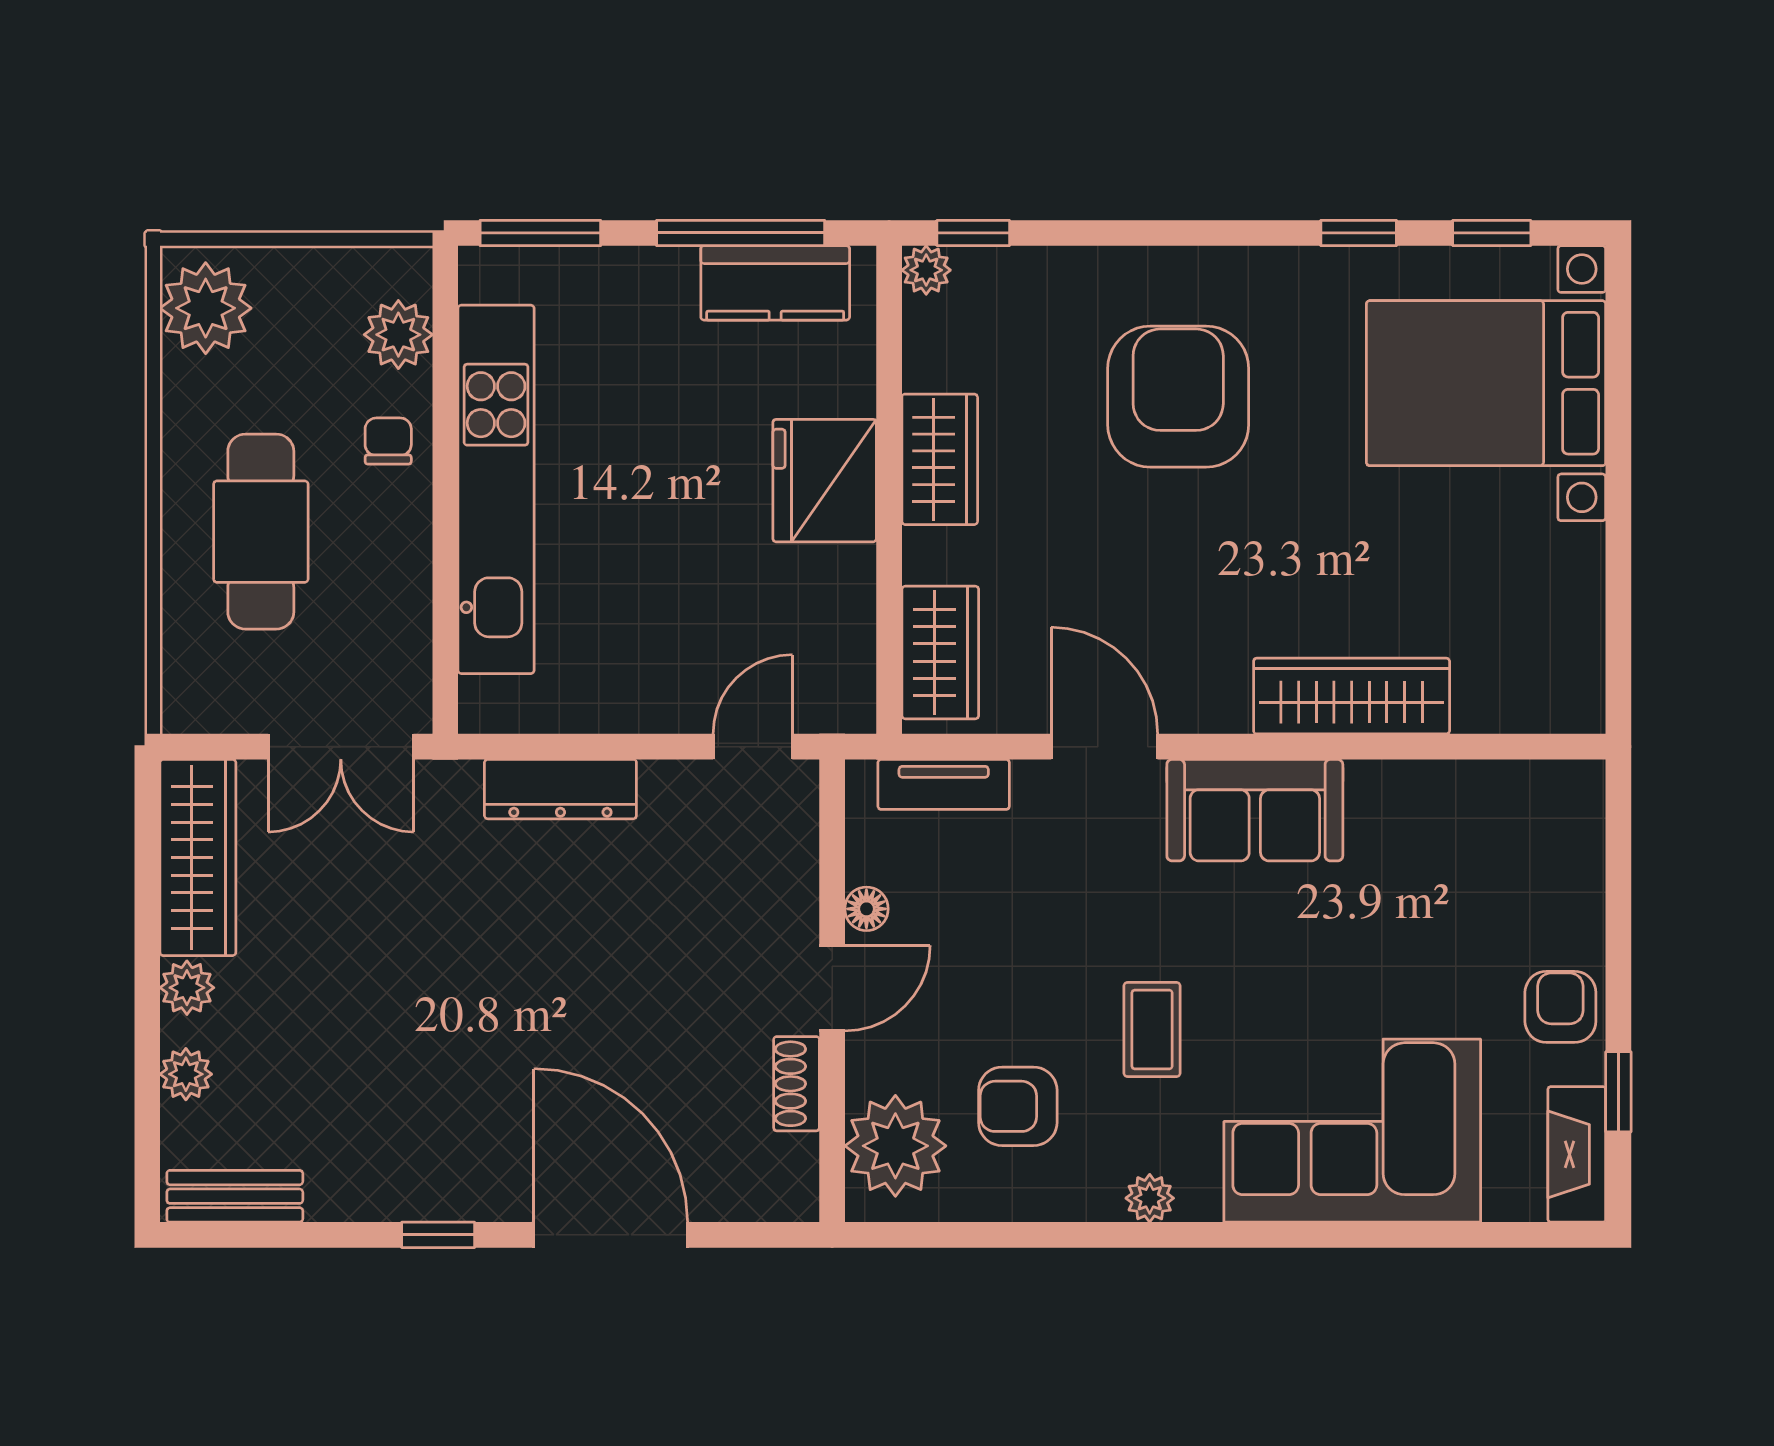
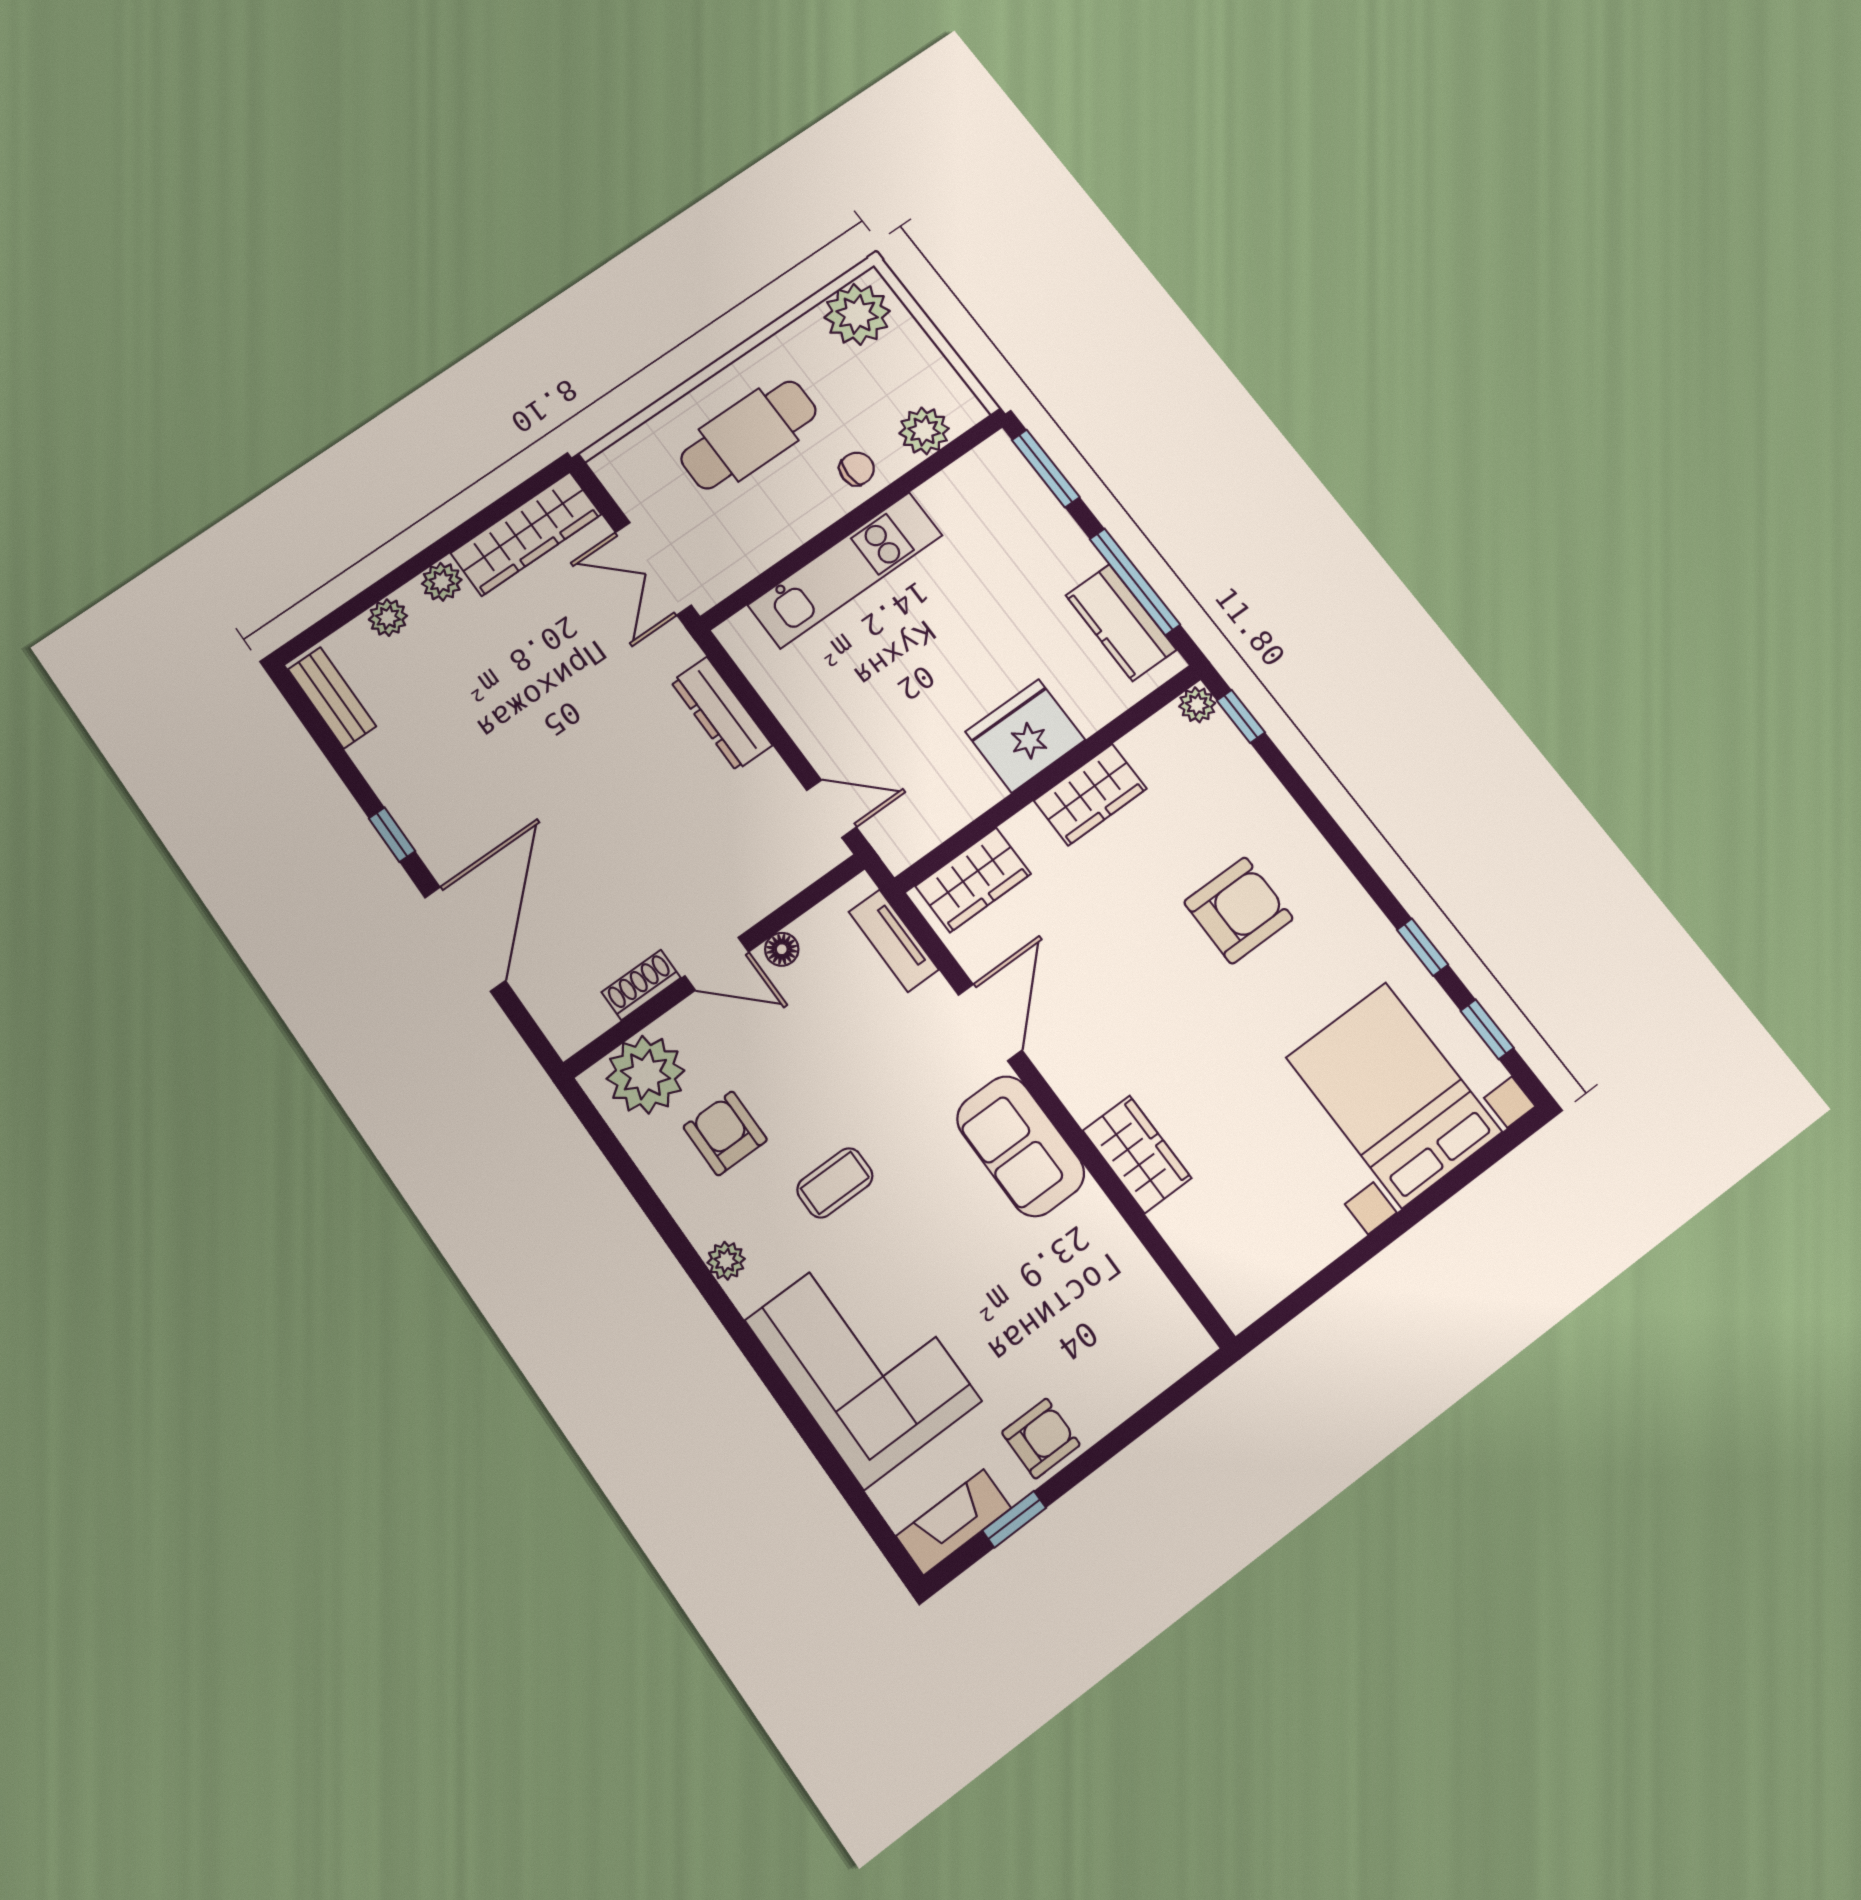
armchair: (1178, 397) -> (1238, 910), width x0.73, depth x0.73
kitchen unit: (496, 489) -> (845, 570), width x0.73
wardrobe: (1352, 696) -> (1137, 1154), width x0.67

